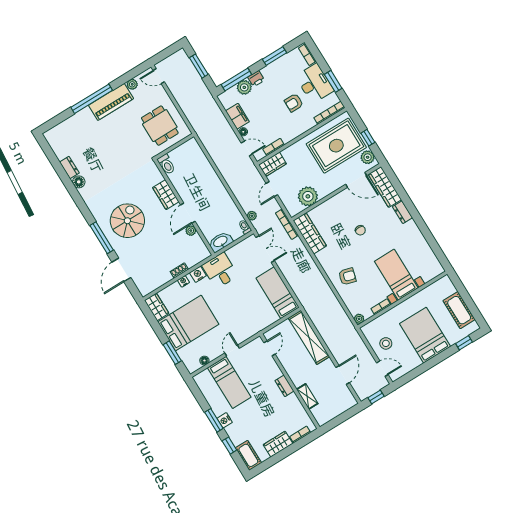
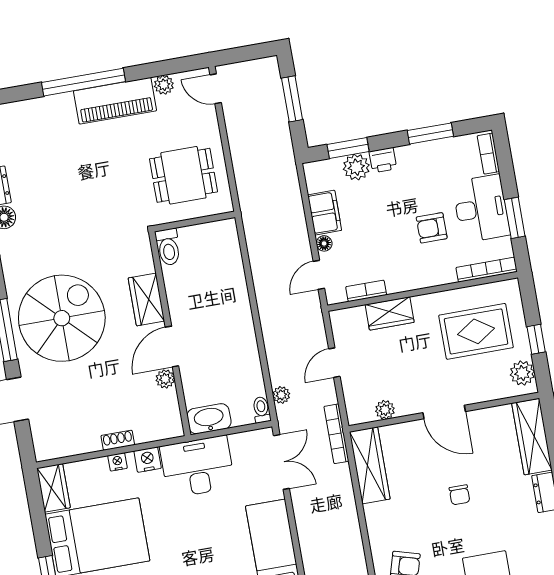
window: (236, 79) -> (348, 148), width x0.69
dining table: (160, 126) -> (183, 175), turned 90
rug: (336, 146) -> (476, 331), width x0.73, depth x0.69
door: (247, 148) -> (319, 275), swing flipped
wardrobe: (273, 164) -> (390, 313), moved
door: (356, 180) -> (444, 412), moved
plant: (308, 196) -> (385, 410), width x0.53, depth x0.53
spiral stairs: (127, 221) -> (62, 318), width x1.37, depth x1.37
desk: (220, 271) -> (197, 467), width x1.37

